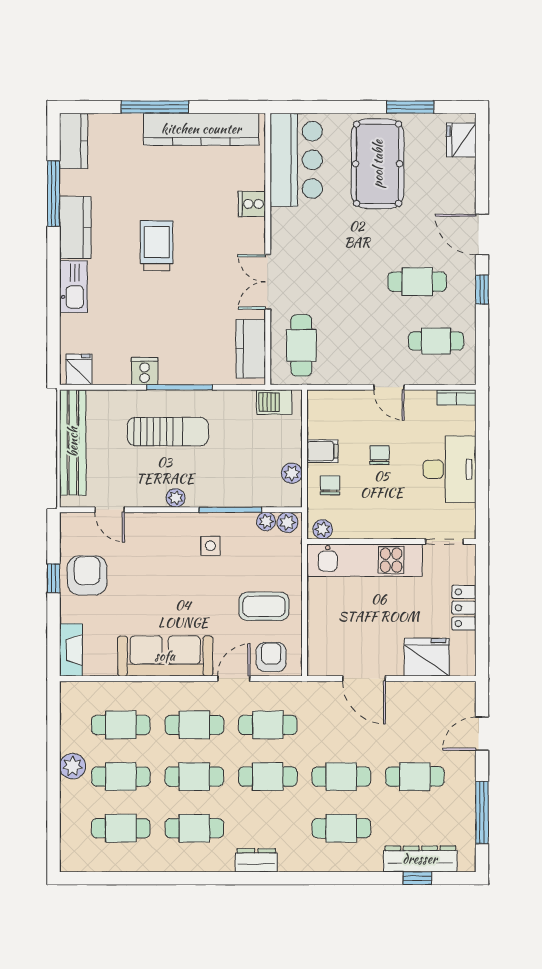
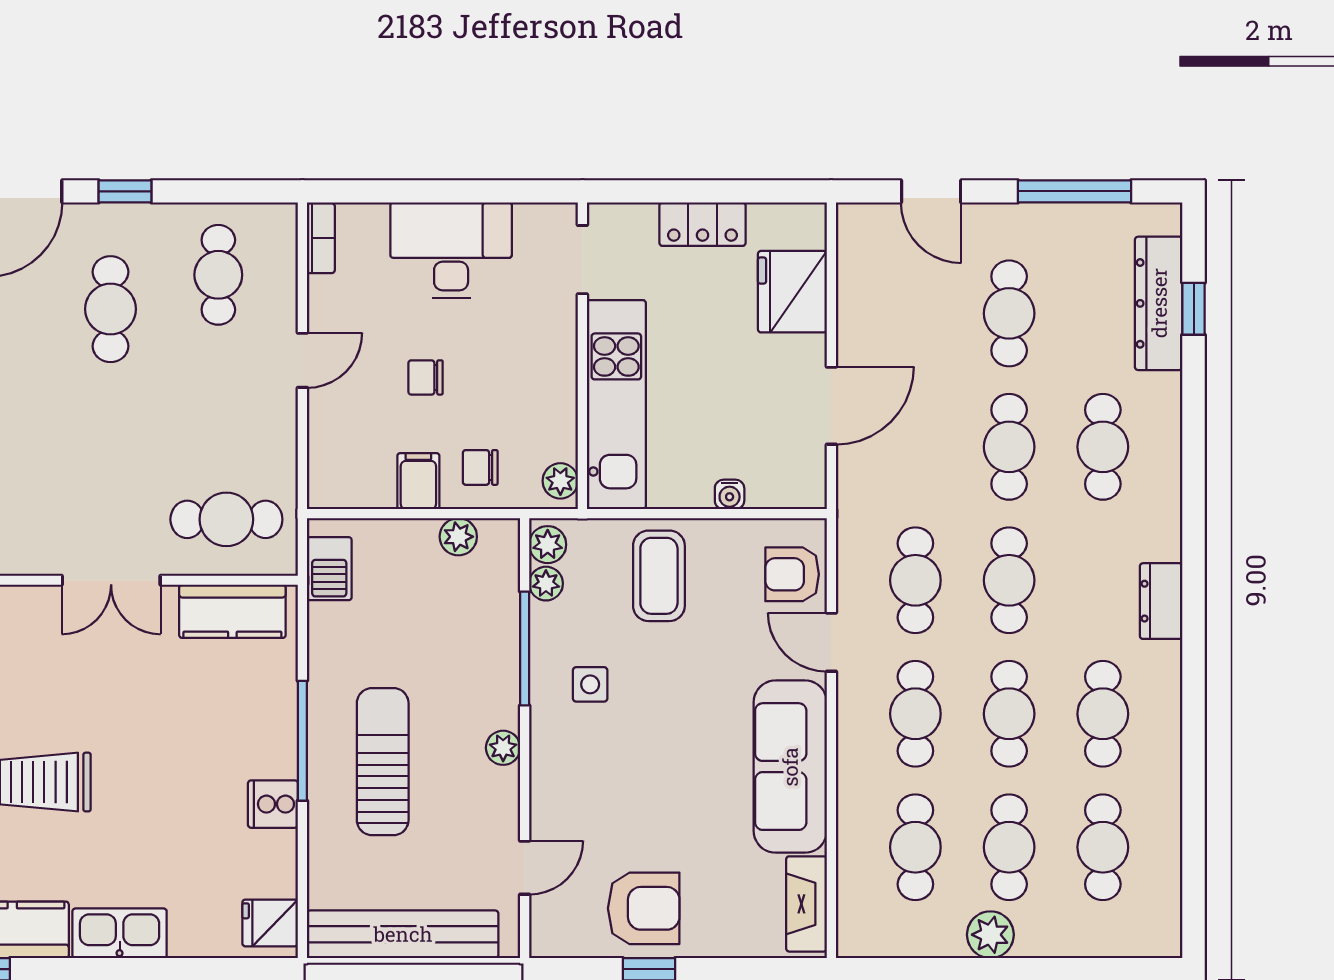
armchair: (87, 575) -> (644, 908), turned 180
coffee table: (264, 606) -> (659, 576), moved
water cooler: (315, 623) -> (730, 494), added
fireplace: (71, 650) -> (807, 904), moved, turned -90

